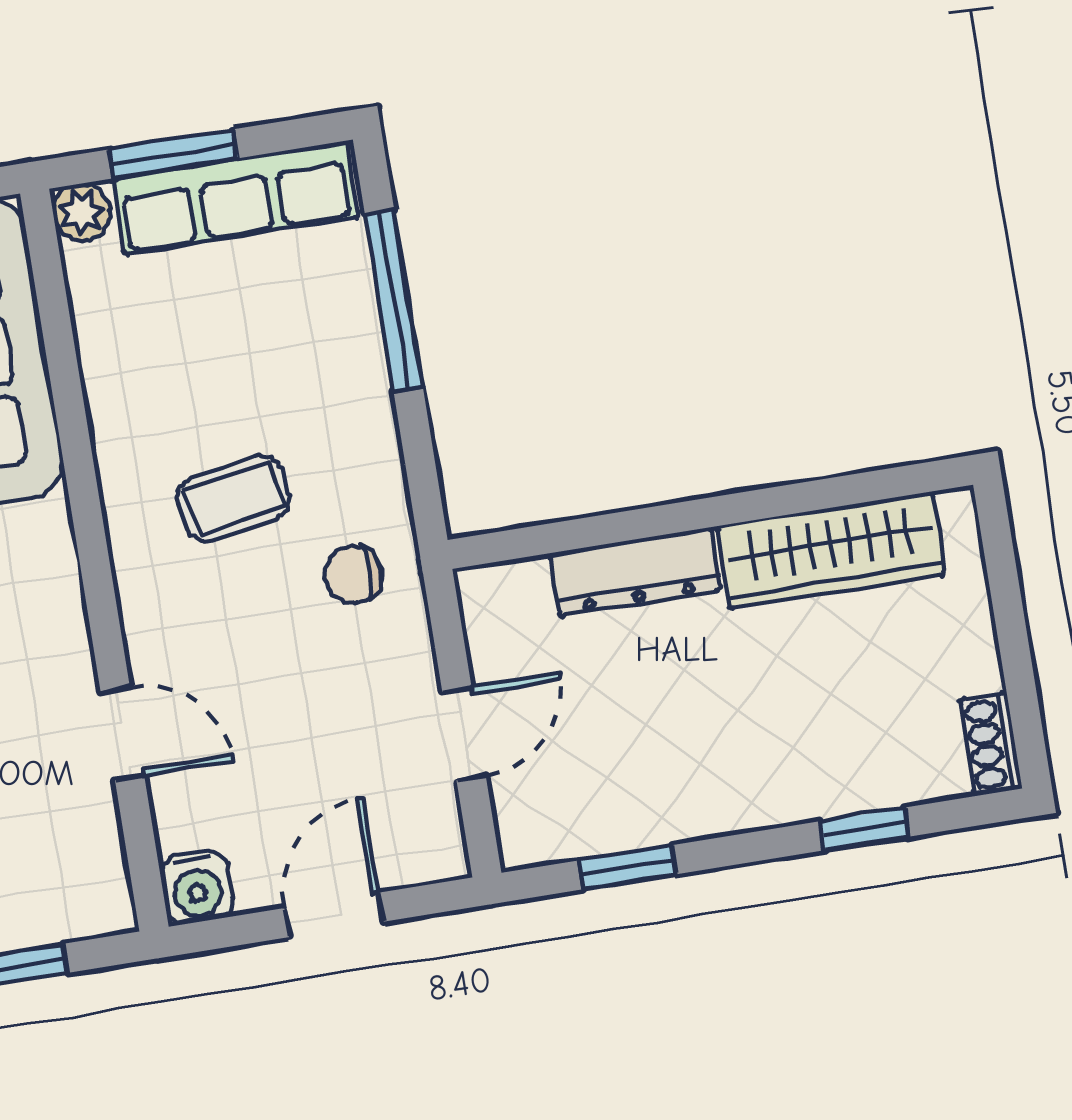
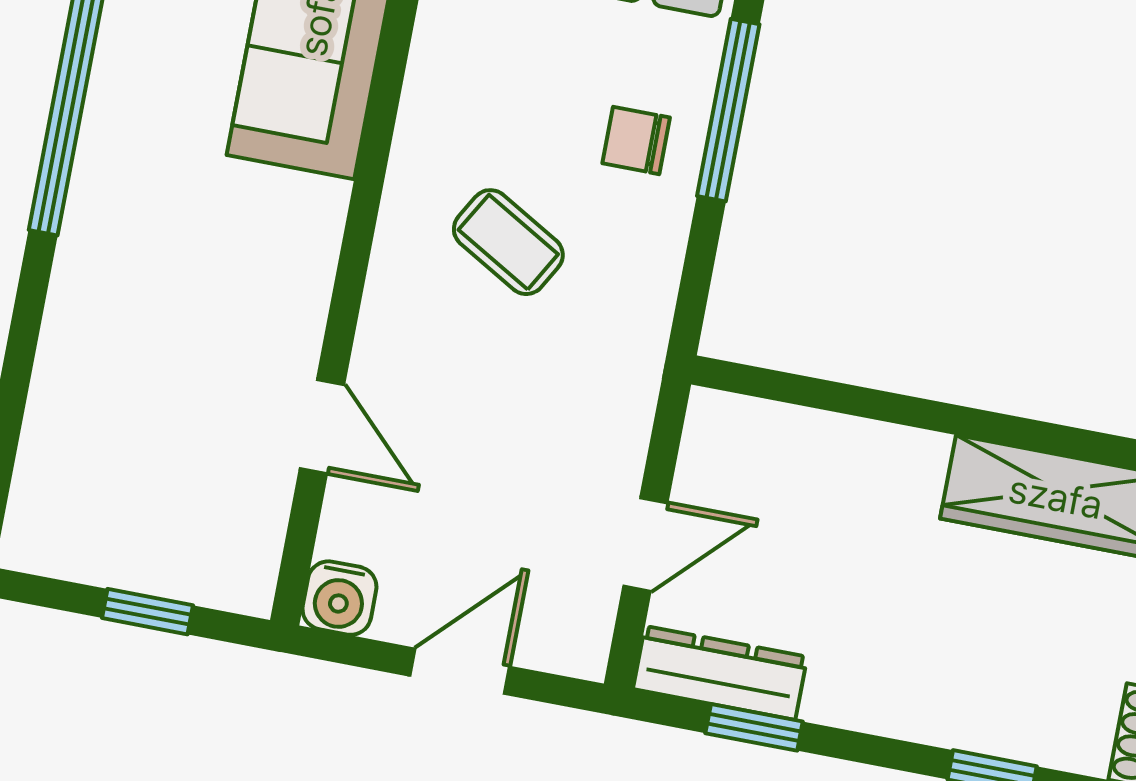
coffee table: (233, 498) -> (508, 242), turned 40
dresser: (635, 572) -> (720, 673), moved, turned 180
chair: (353, 575) -> (636, 140), moved

